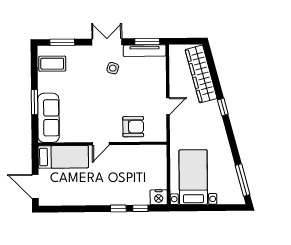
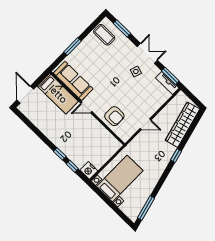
tv unit: (145, 51) -> (167, 83), width x0.71
sofa: (48, 118) -> (73, 81), moved, turned -90

